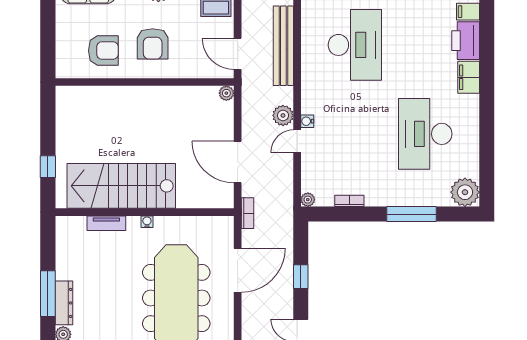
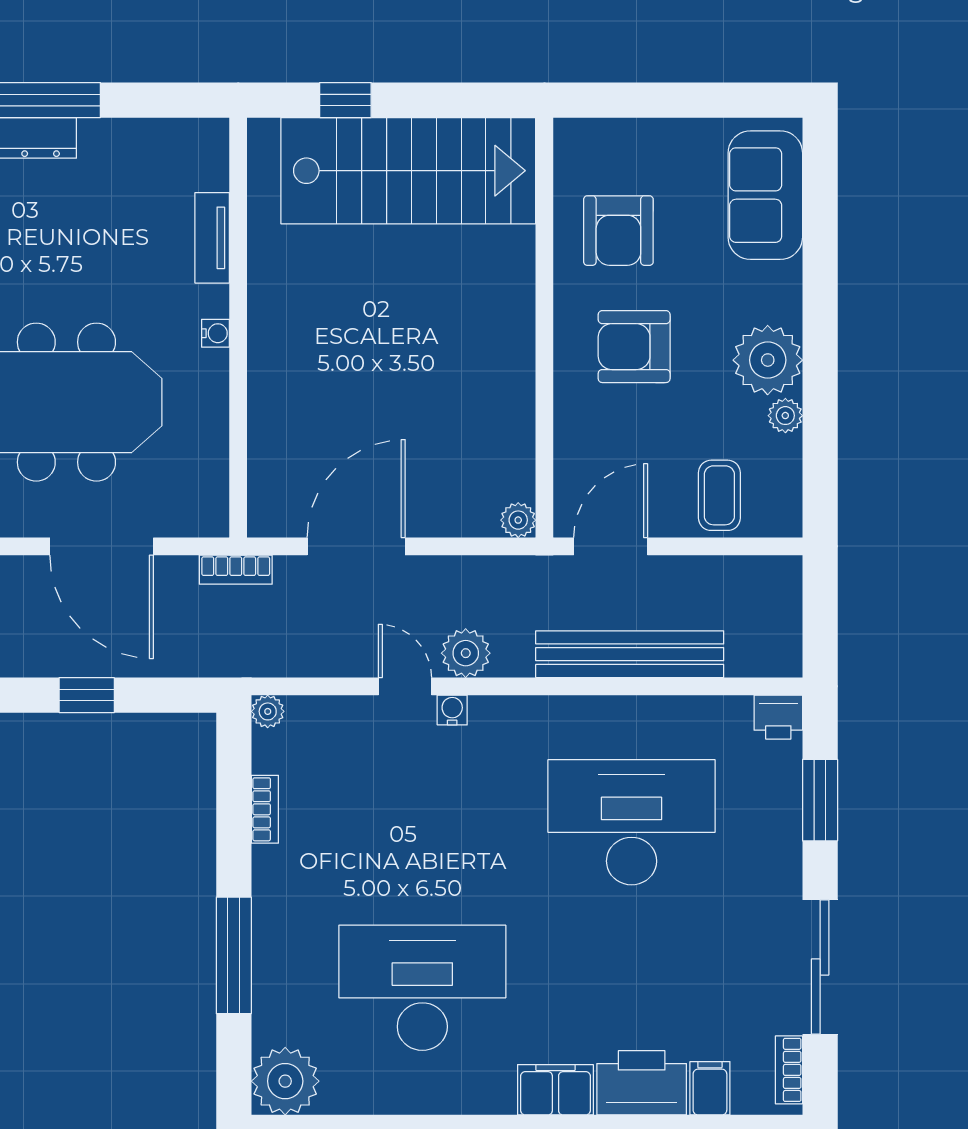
desk: (355, 45) -> (632, 822), turned 180
stairs: (121, 186) -> (408, 171), moved, turned 90

